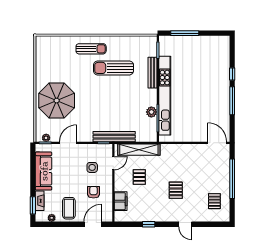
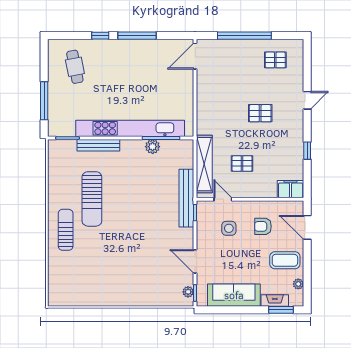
cafe table: (209, 56) -> (75, 67), added
parasol: (57, 101) -> (137, 277), removed
filing cabinet: (121, 201) -> (291, 189), moved

